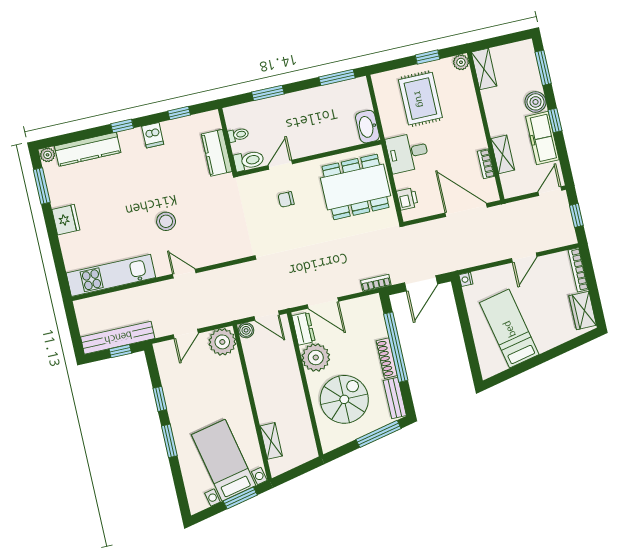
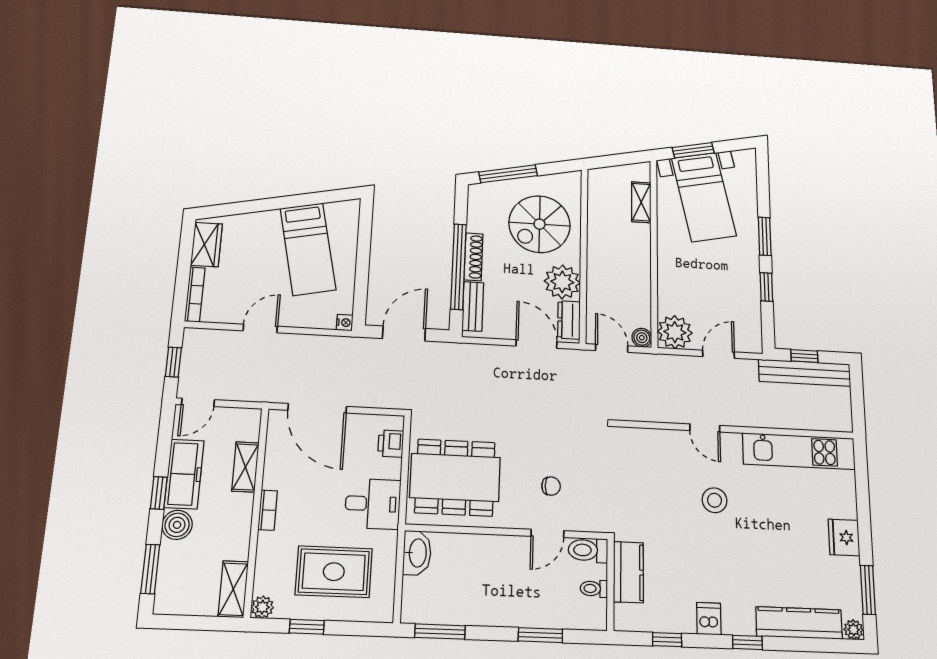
rug: (420, 99) -> (334, 572), turned 90
bookcase: (486, 164) -> (268, 510), moved
bookcase: (376, 283) -> (462, 350), removed
bench: (395, 398) -> (473, 306), moved

